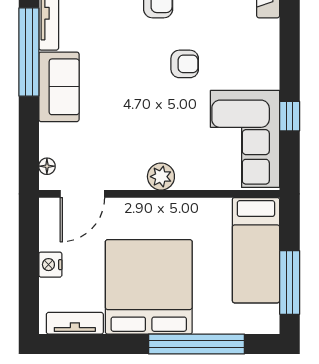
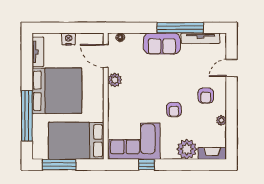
plant: (260, 39) -> (187, 149), added
plant: (161, 177) -> (115, 80), moved
bed: (256, 250) -> (76, 141), width x1.50

